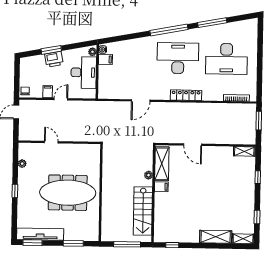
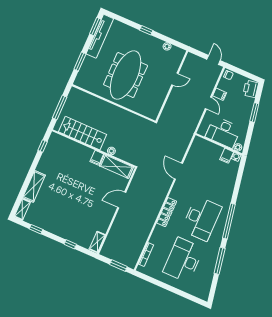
printer: (54, 59) -> (251, 89), moved

